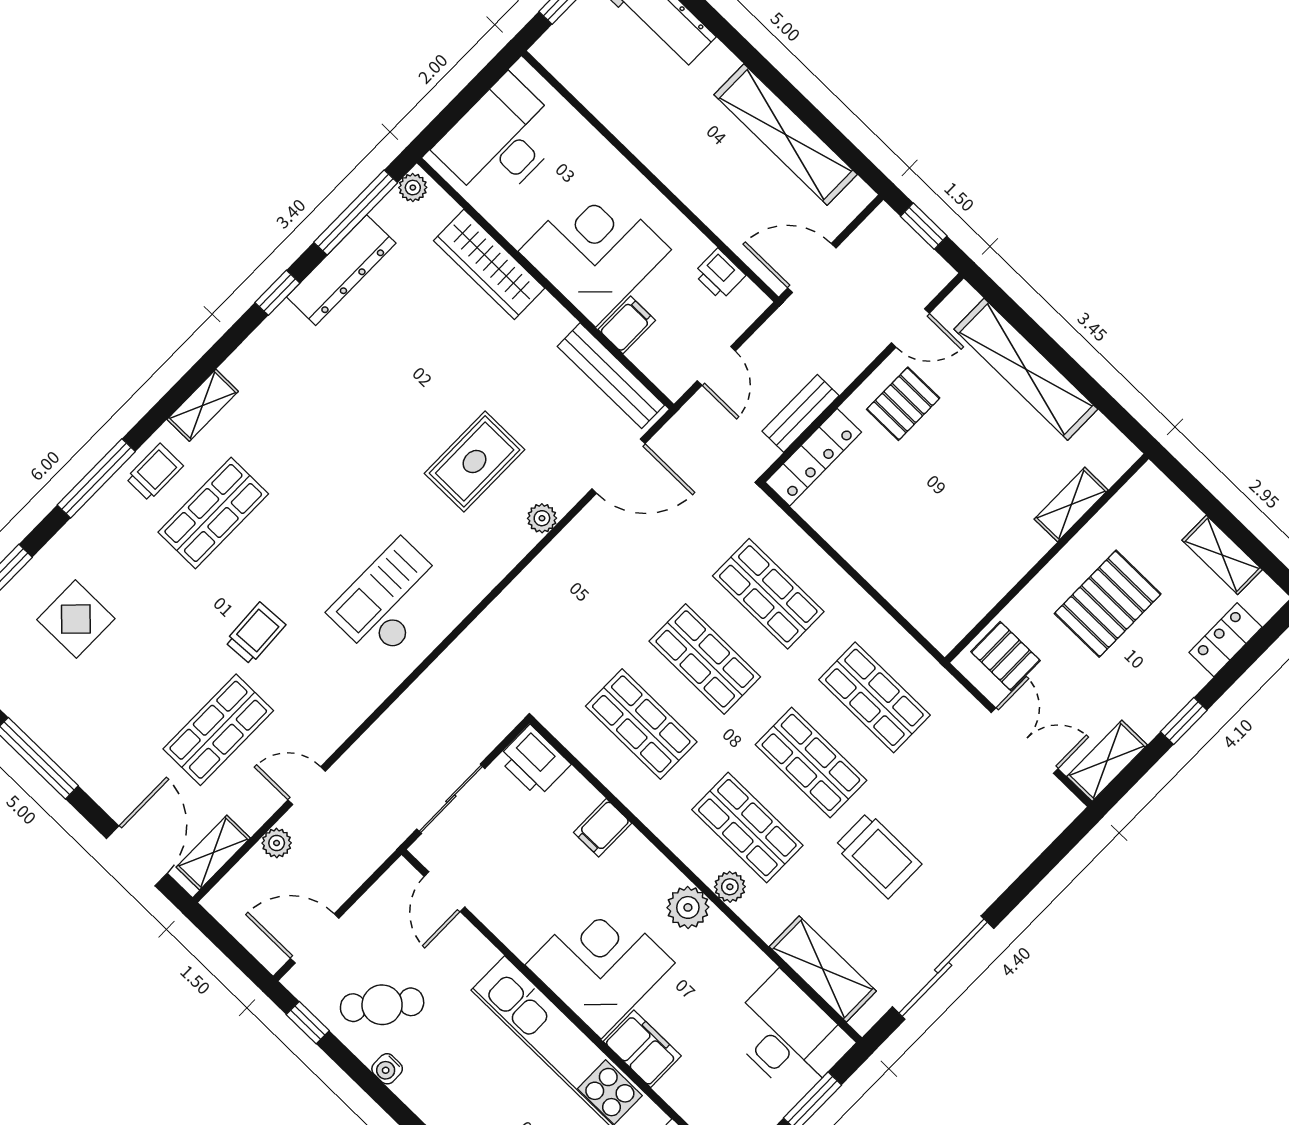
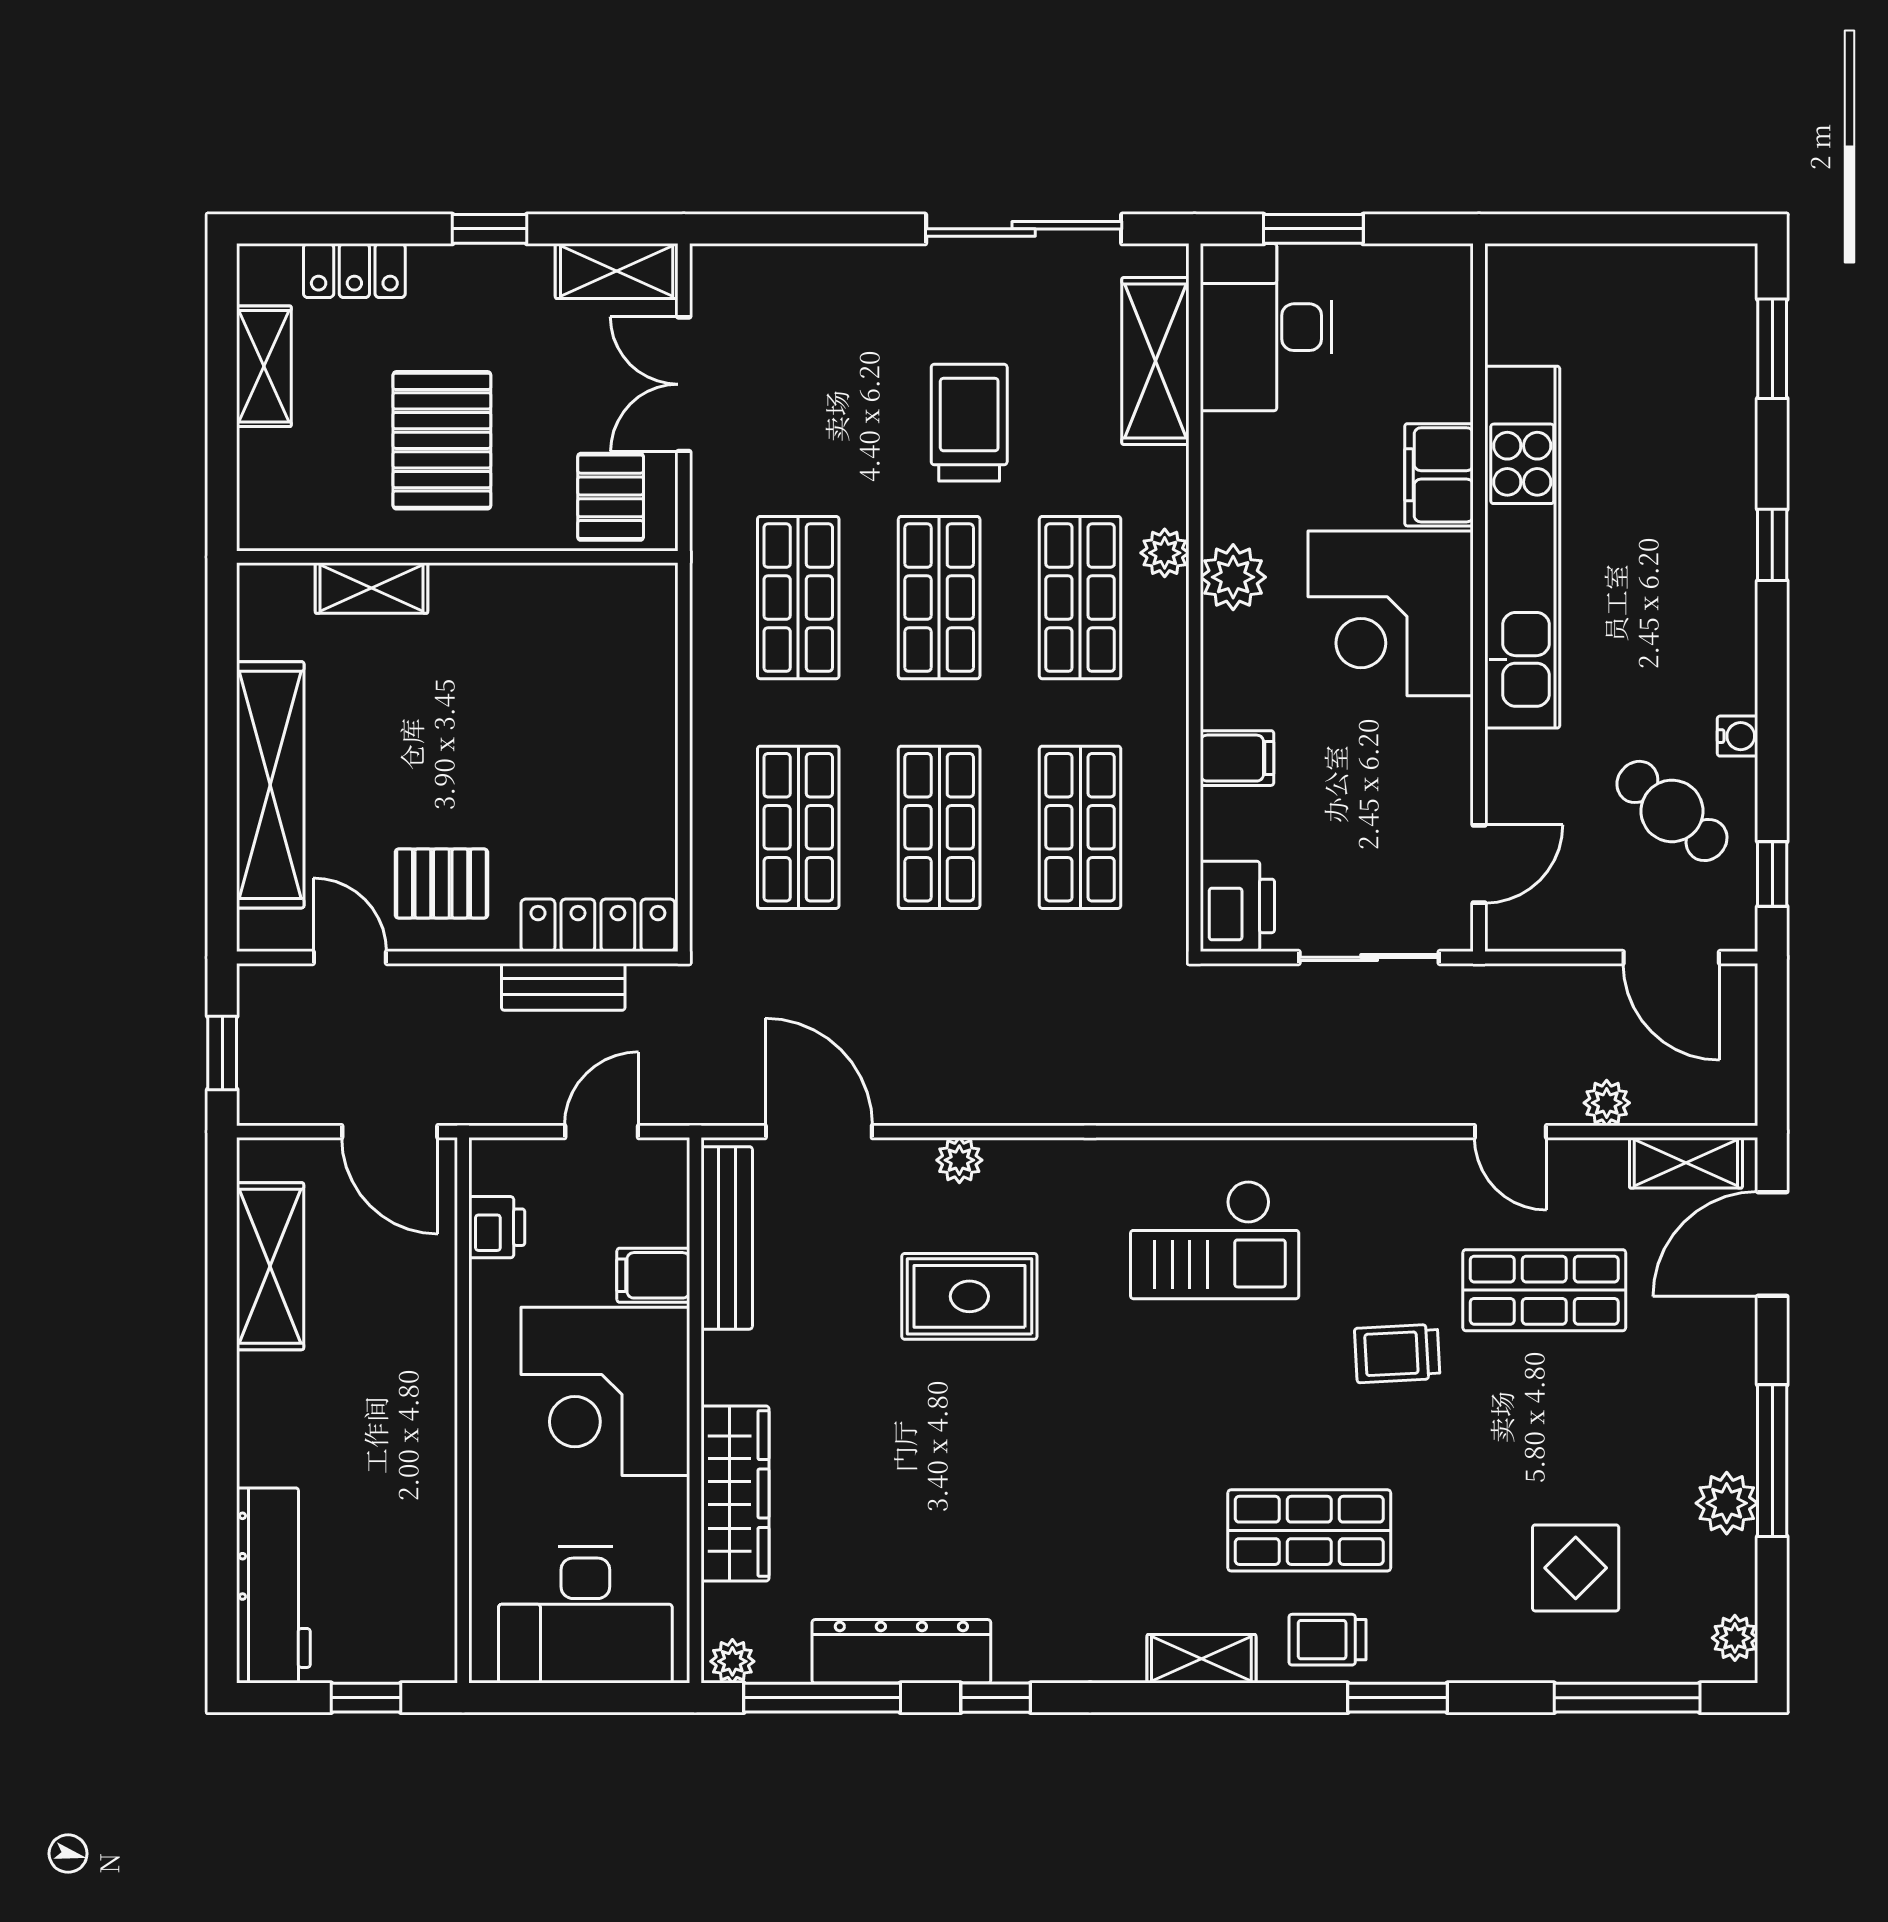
shelving: (786, 135) -> (270, 1266), width x0.68
window: (96, 478) -> (1398, 1698), width x0.69
pallet: (1108, 604) -> (442, 440), turned 90
plant: (38, 718) -> (1727, 1503), added

